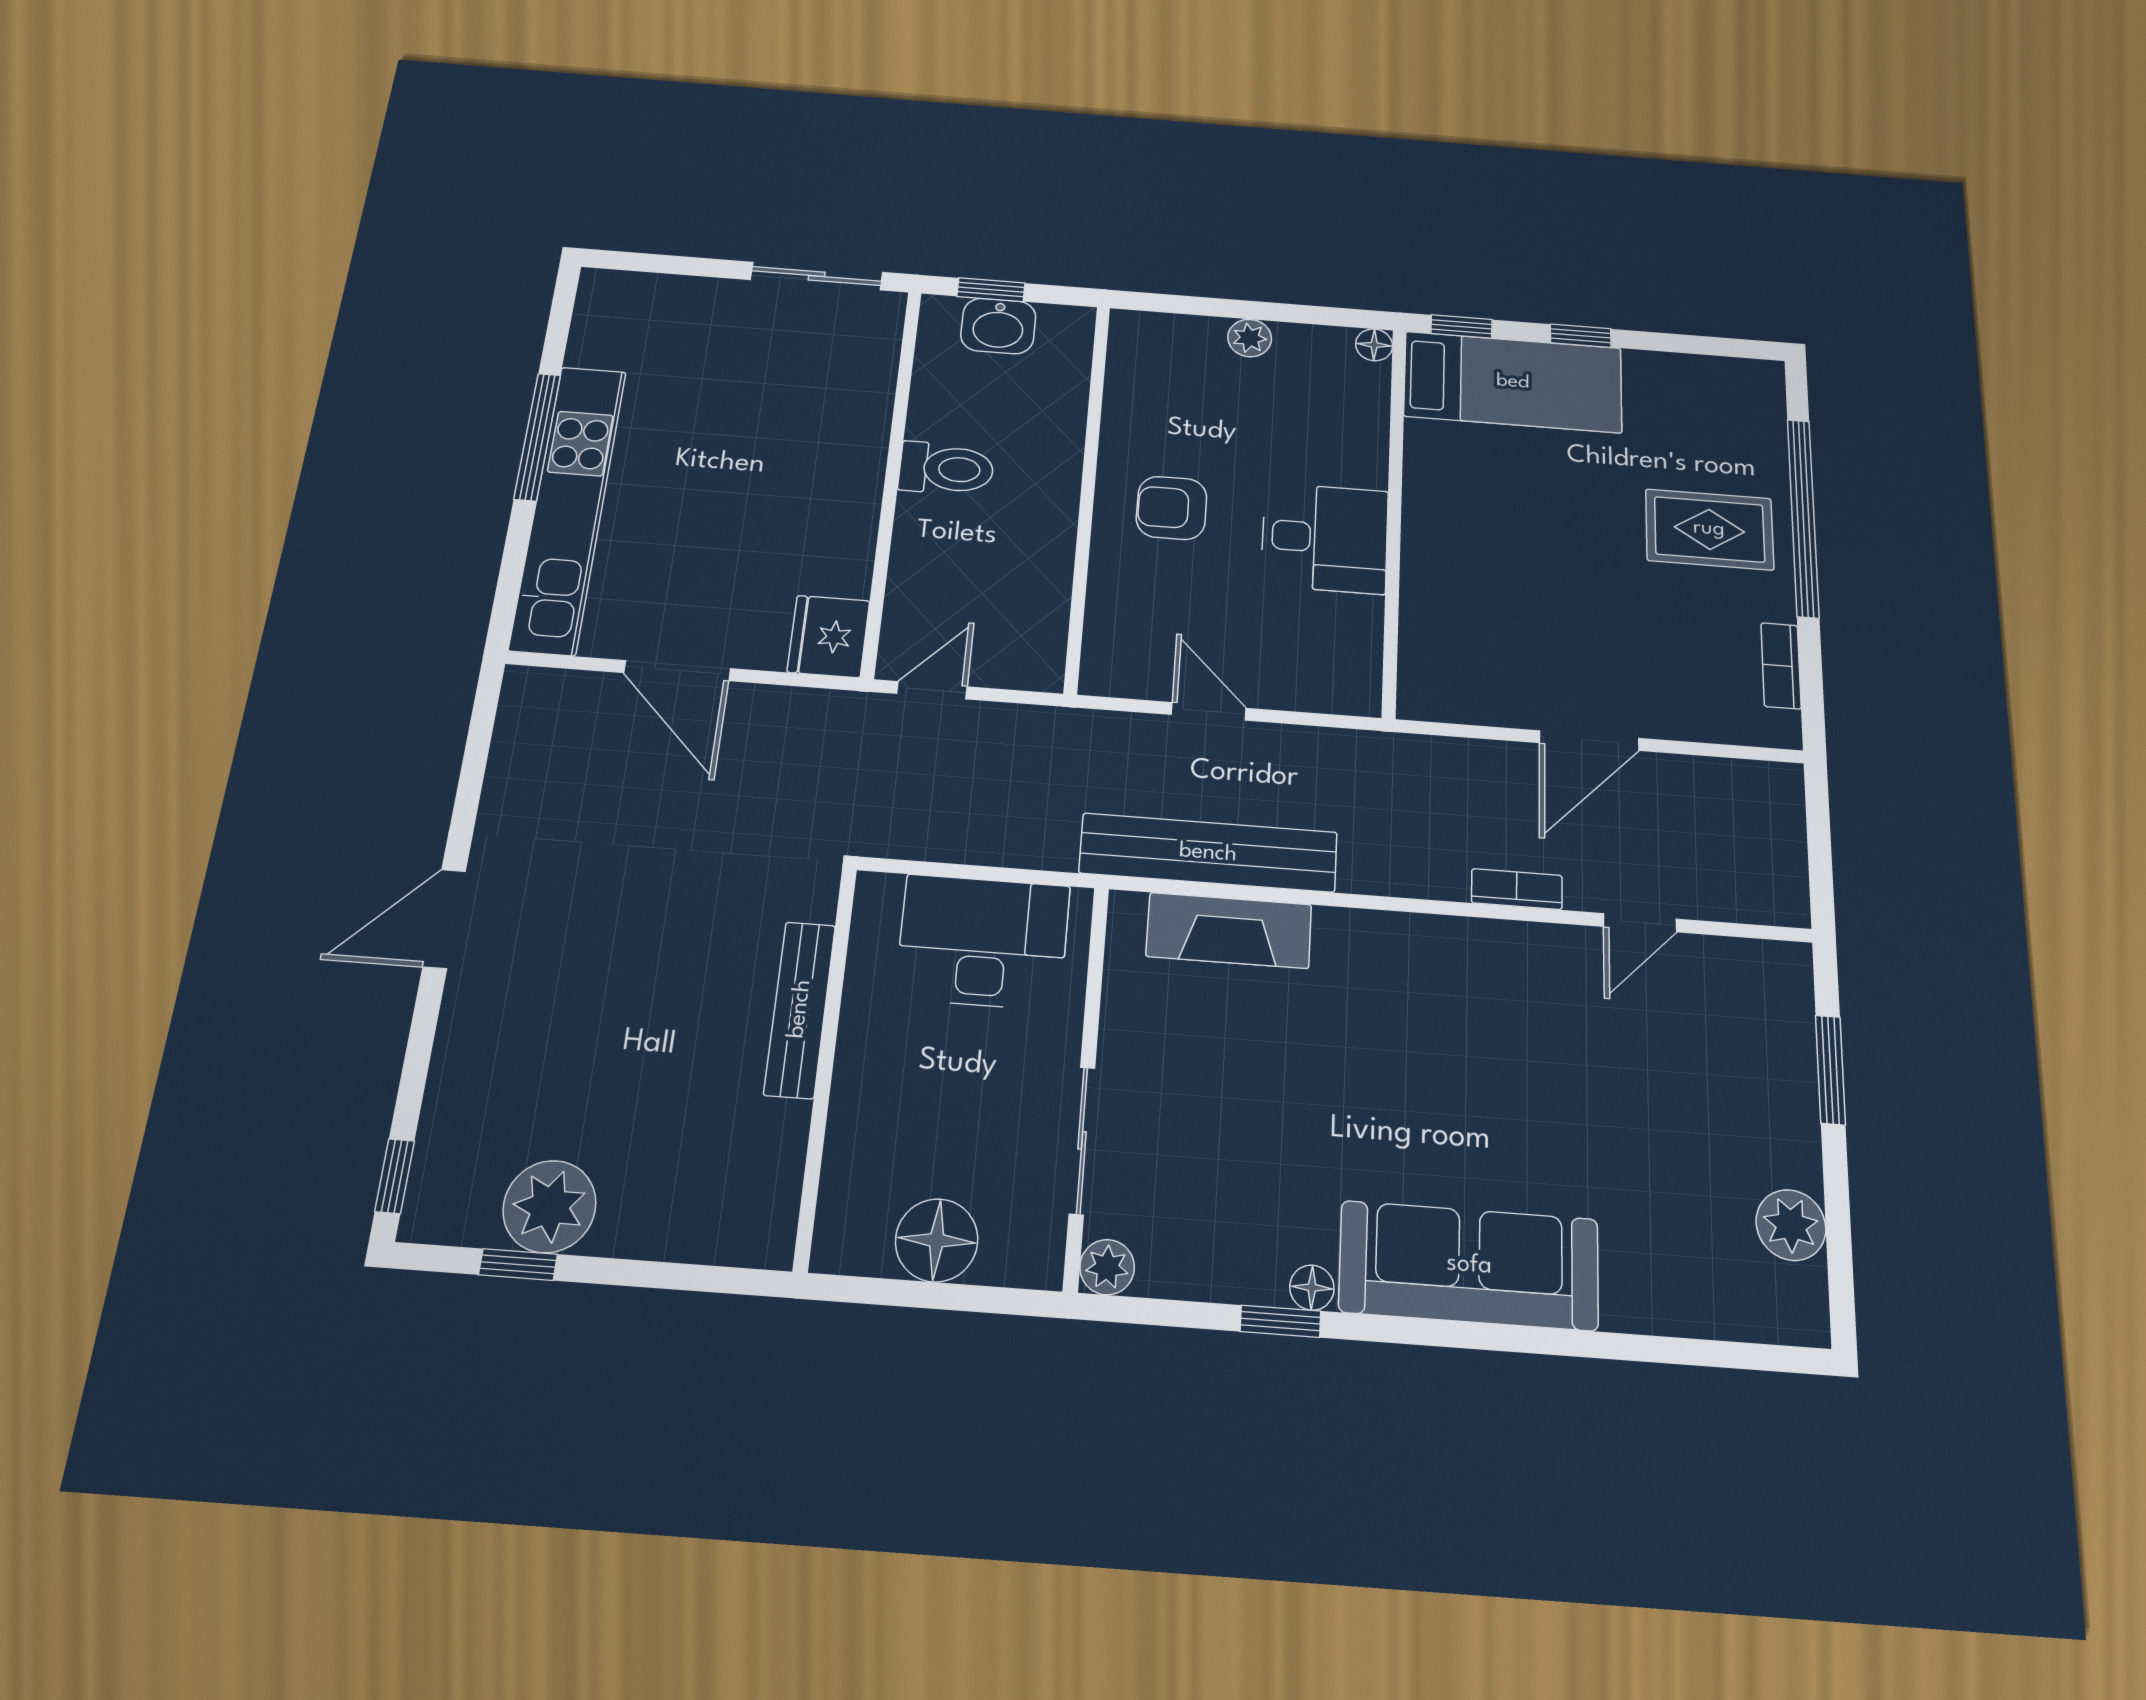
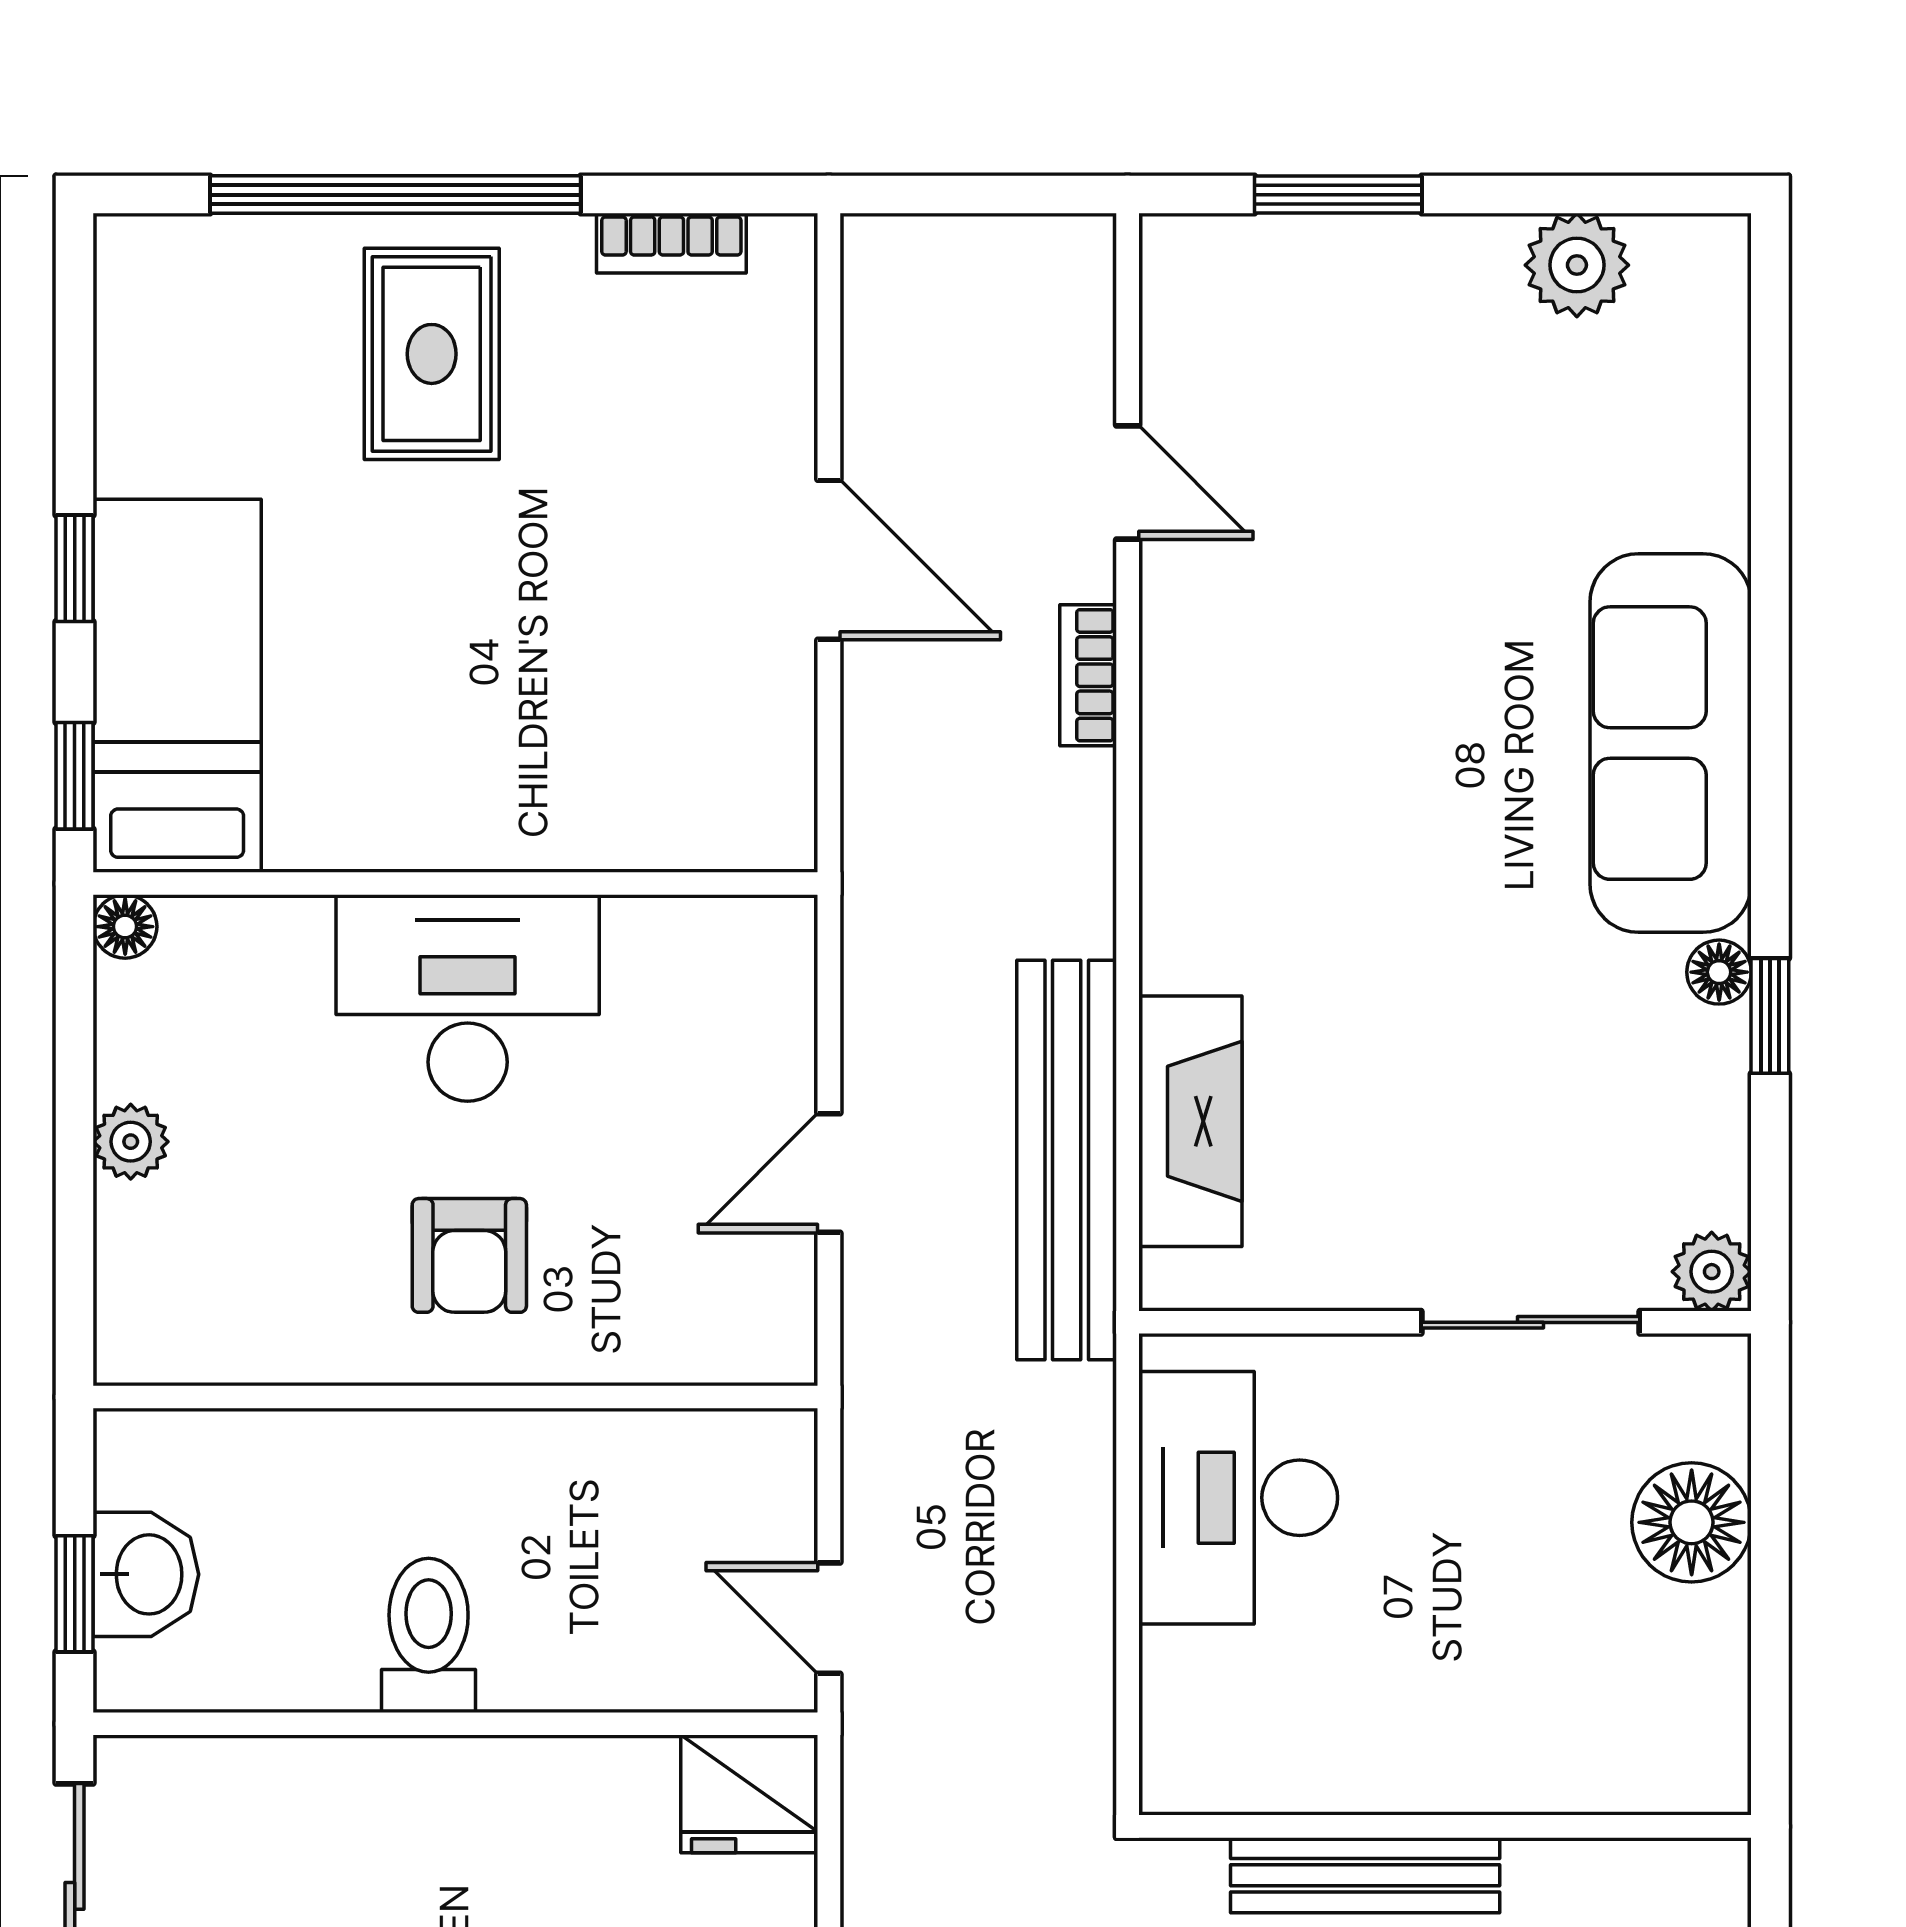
desk: (1325, 538) -> (468, 998), width x1.37
bench: (800, 1009) -> (1365, 1875), moved
wall: (826, 1064) -> (1445, 1826), moved

